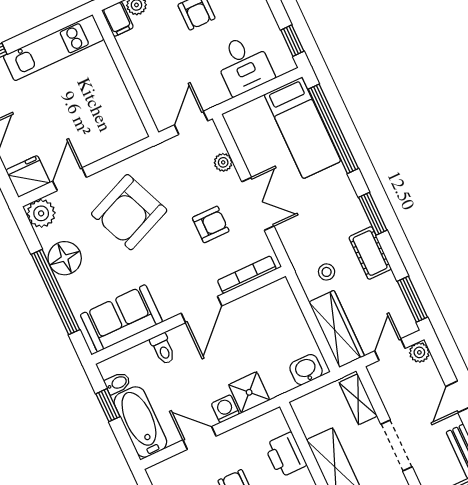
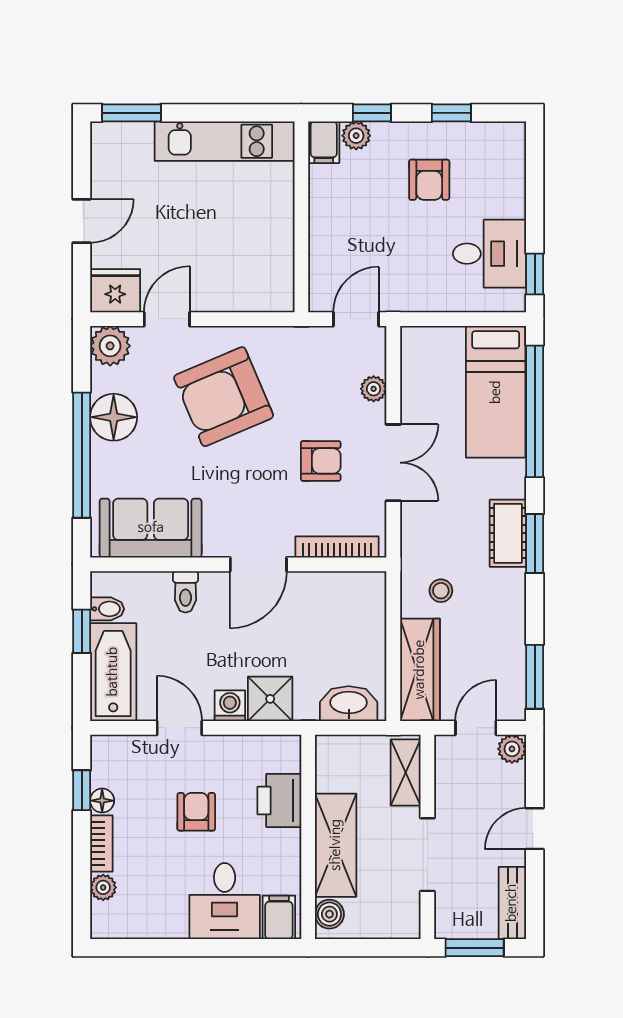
desk: (244, 65) -> (490, 254), moved, turned -90
cot: (370, 253) -> (508, 533), moved
washbasin: (306, 370) -> (349, 704), width x1.38

